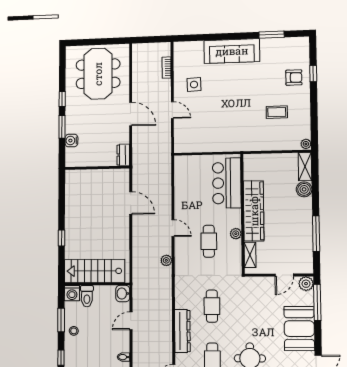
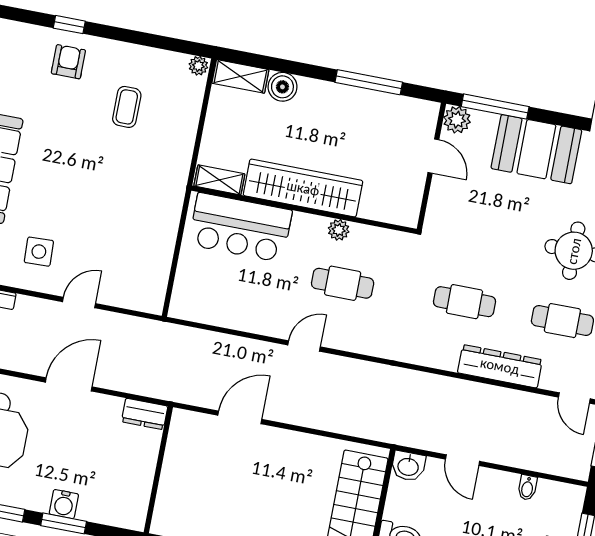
water cooler: (71, 141) -> (64, 504), moved
shelving: (250, 255) -> (219, 180), moved
plant: (166, 260) -> (362, 371), removed

